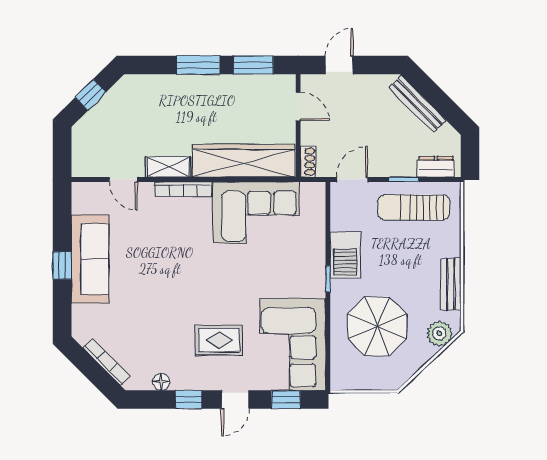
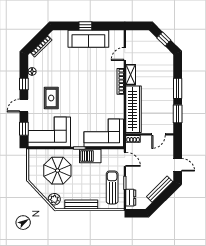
door: (339, 65) -> (178, 165), moved
corner sofa: (256, 212) -> (104, 133), moved, turned 90
bench: (451, 284) -> (81, 204), width x1.36
door: (235, 399) -> (24, 106), hinge flipped

